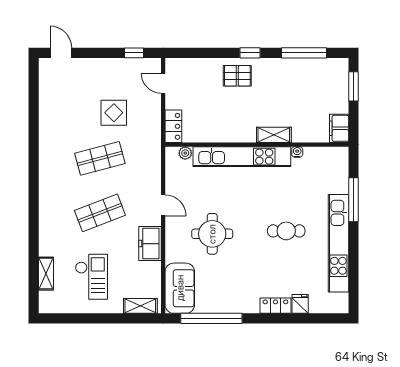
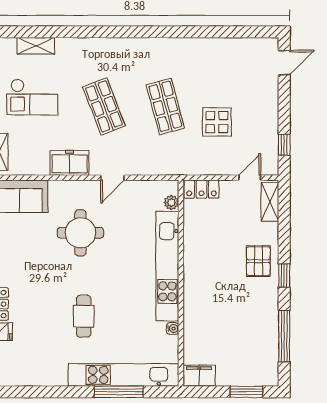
shelving: (274, 135) -> (270, 202), moved
kitchen unit: (338, 243) -> (124, 375), moved

